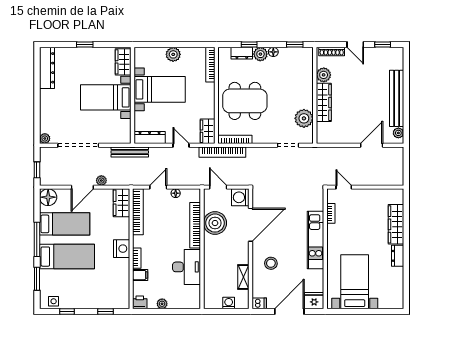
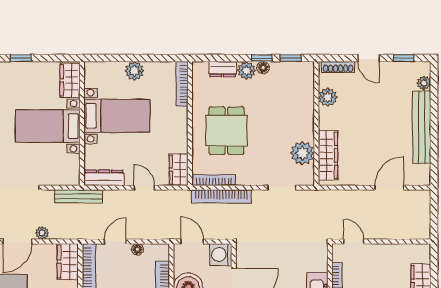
window: (249, 44) -> (262, 58), moved
dining table: (245, 101) -> (226, 131), width x0.73
wardrobe: (324, 102) -> (328, 155), moved
plant: (398, 133) -> (424, 83), moved
bookcase: (222, 152) -> (221, 196), moved

